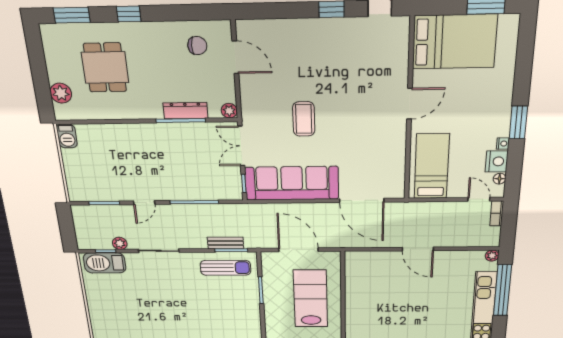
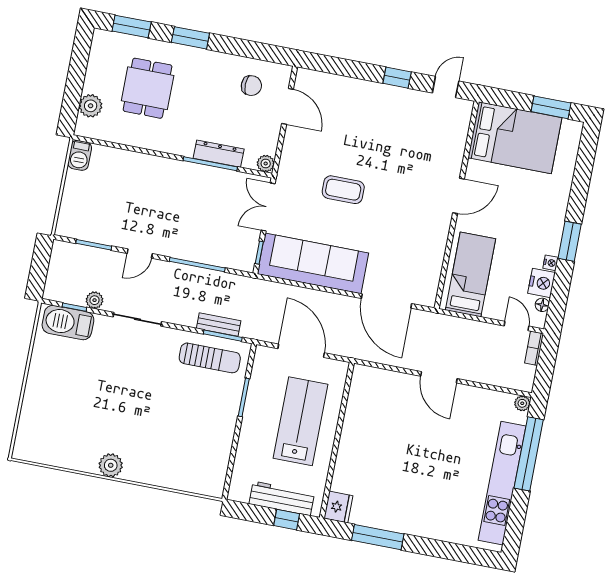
window: (129, 14) -> (190, 38), width x1.50
coffee table: (304, 119) -> (343, 190), turned 90

